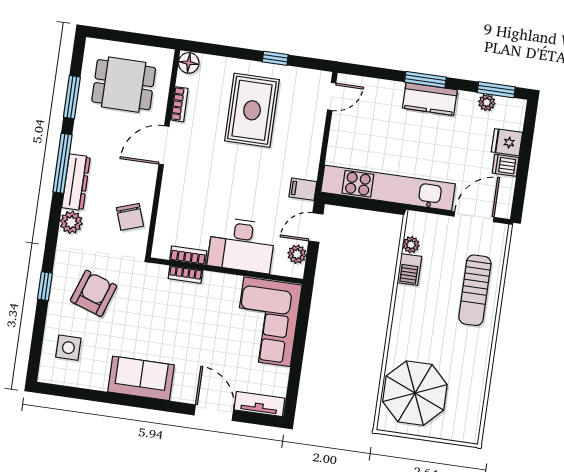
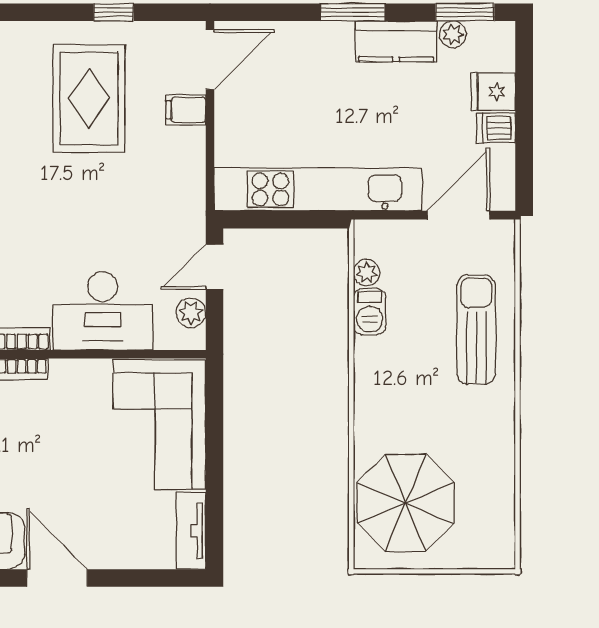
door: (332, 97) -> (210, 59), width x1.38
kitchen counter: (430, 99) -> (396, 41), moved
filing cabinet: (303, 189) -> (186, 110), moved
sun lounger: (475, 290) -> (476, 329), turned 180
tv unit: (259, 404) -> (191, 531), moved, turned -90
door: (214, 413) -> (57, 578), moved

